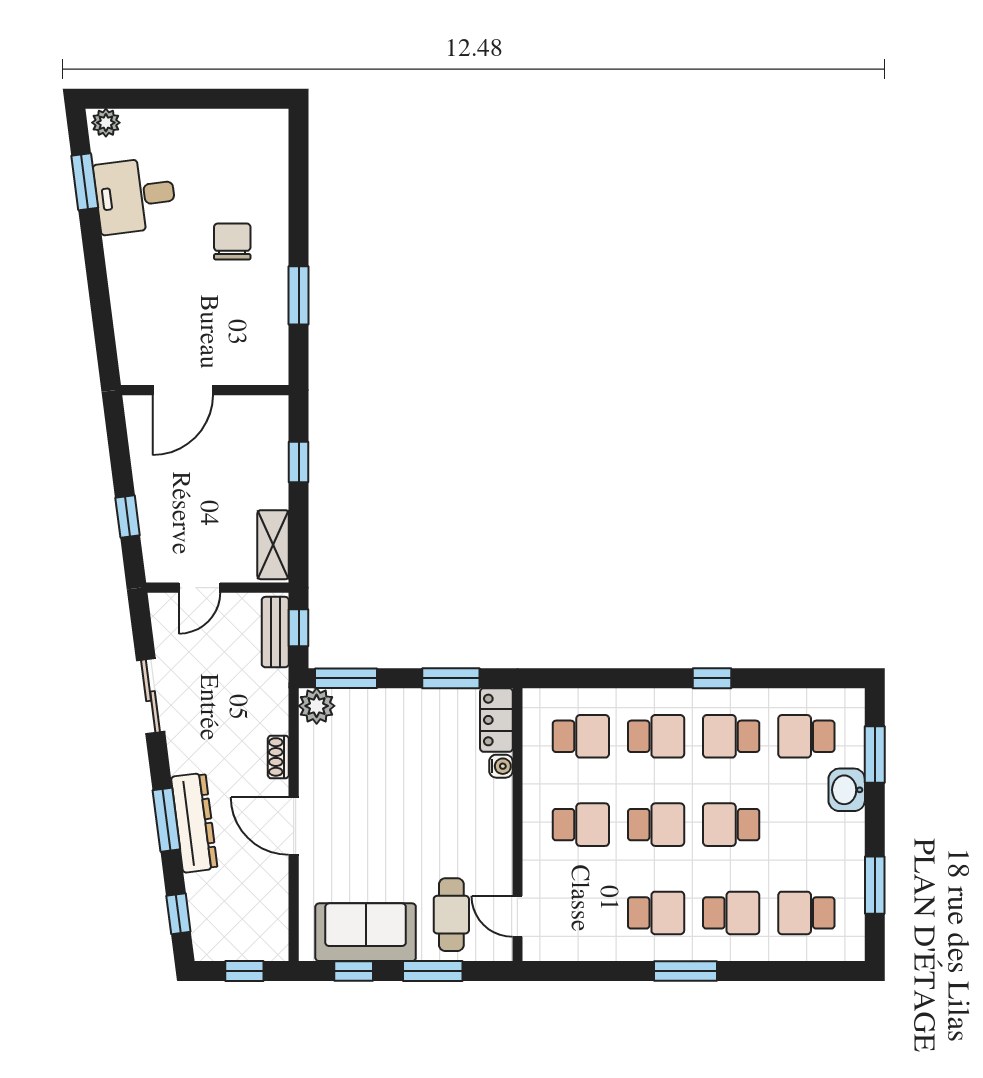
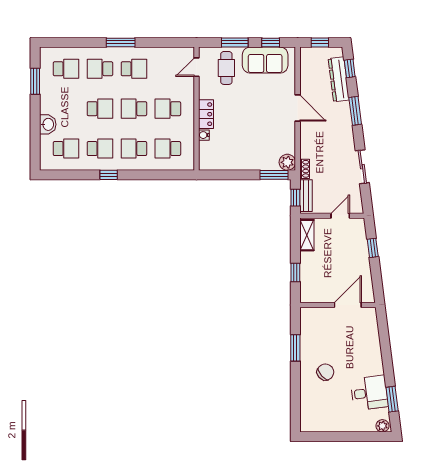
chair: (232, 242) -> (325, 372), turned -131
window: (451, 678) -> (227, 175), removed
locker: (496, 720) -> (206, 114), moved
window: (875, 754) -> (35, 140), removed
shoe rack: (278, 757) -> (305, 169), moved
dresser: (194, 823) -> (339, 79), moved
school desk: (656, 913) -> (134, 69), turned 180
door: (517, 916) -> (197, 67), swing flipped

